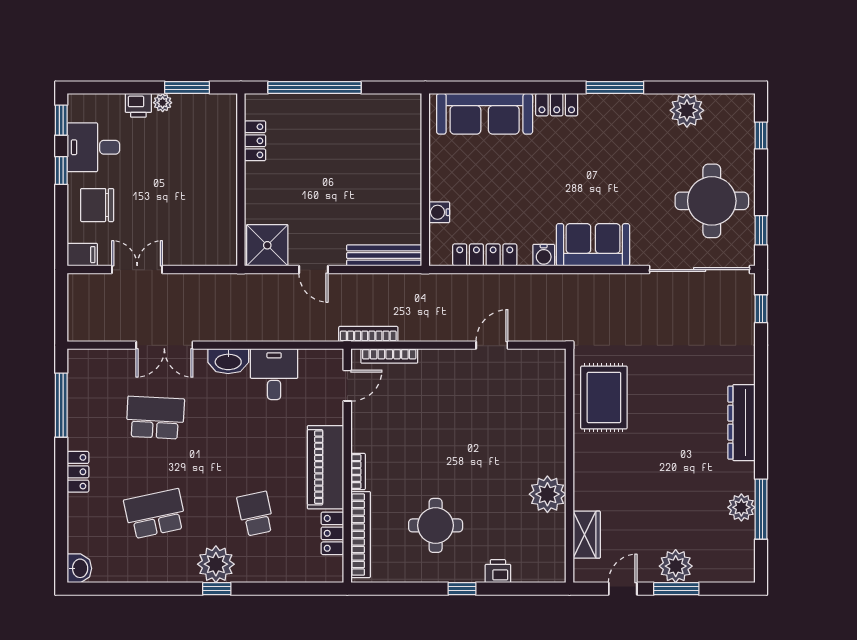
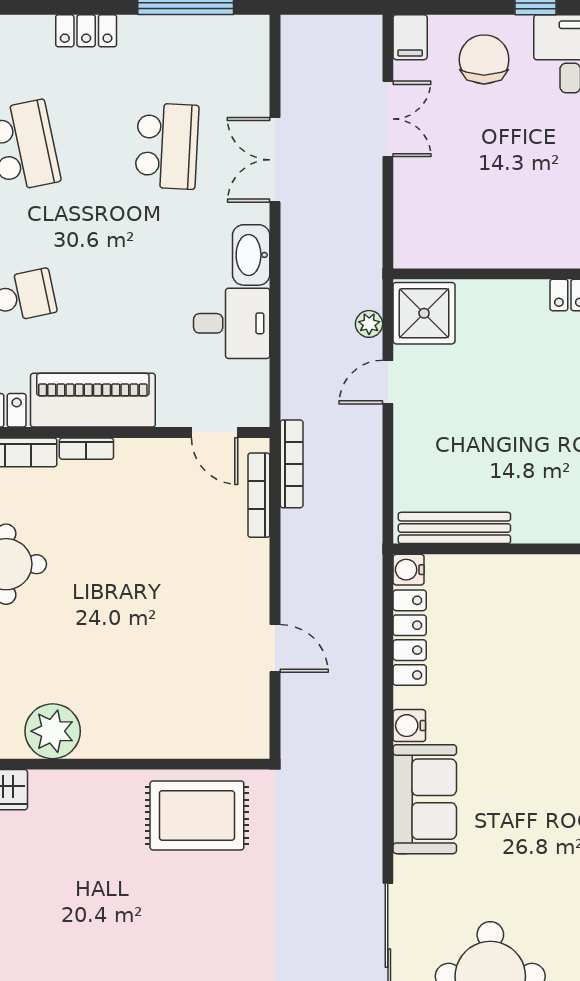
water cooler: (439, 212) -> (409, 570), moved, turned -90
bench: (384, 255) -> (454, 528), moved, turned 90
plant: (274, 282) -> (369, 324), added

